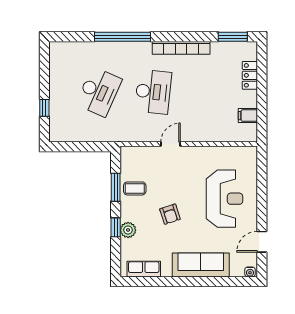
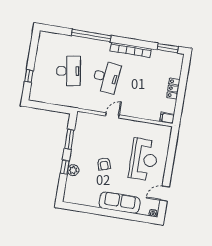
locker: (250, 75) -> (173, 89), moved
desk: (99, 92) -> (69, 71), turned -33
filing cabinet: (248, 116) -> (167, 118), moved
coffee table: (135, 188) -> (82, 142), removed
row of seats: (144, 269) -> (80, 199), removed

